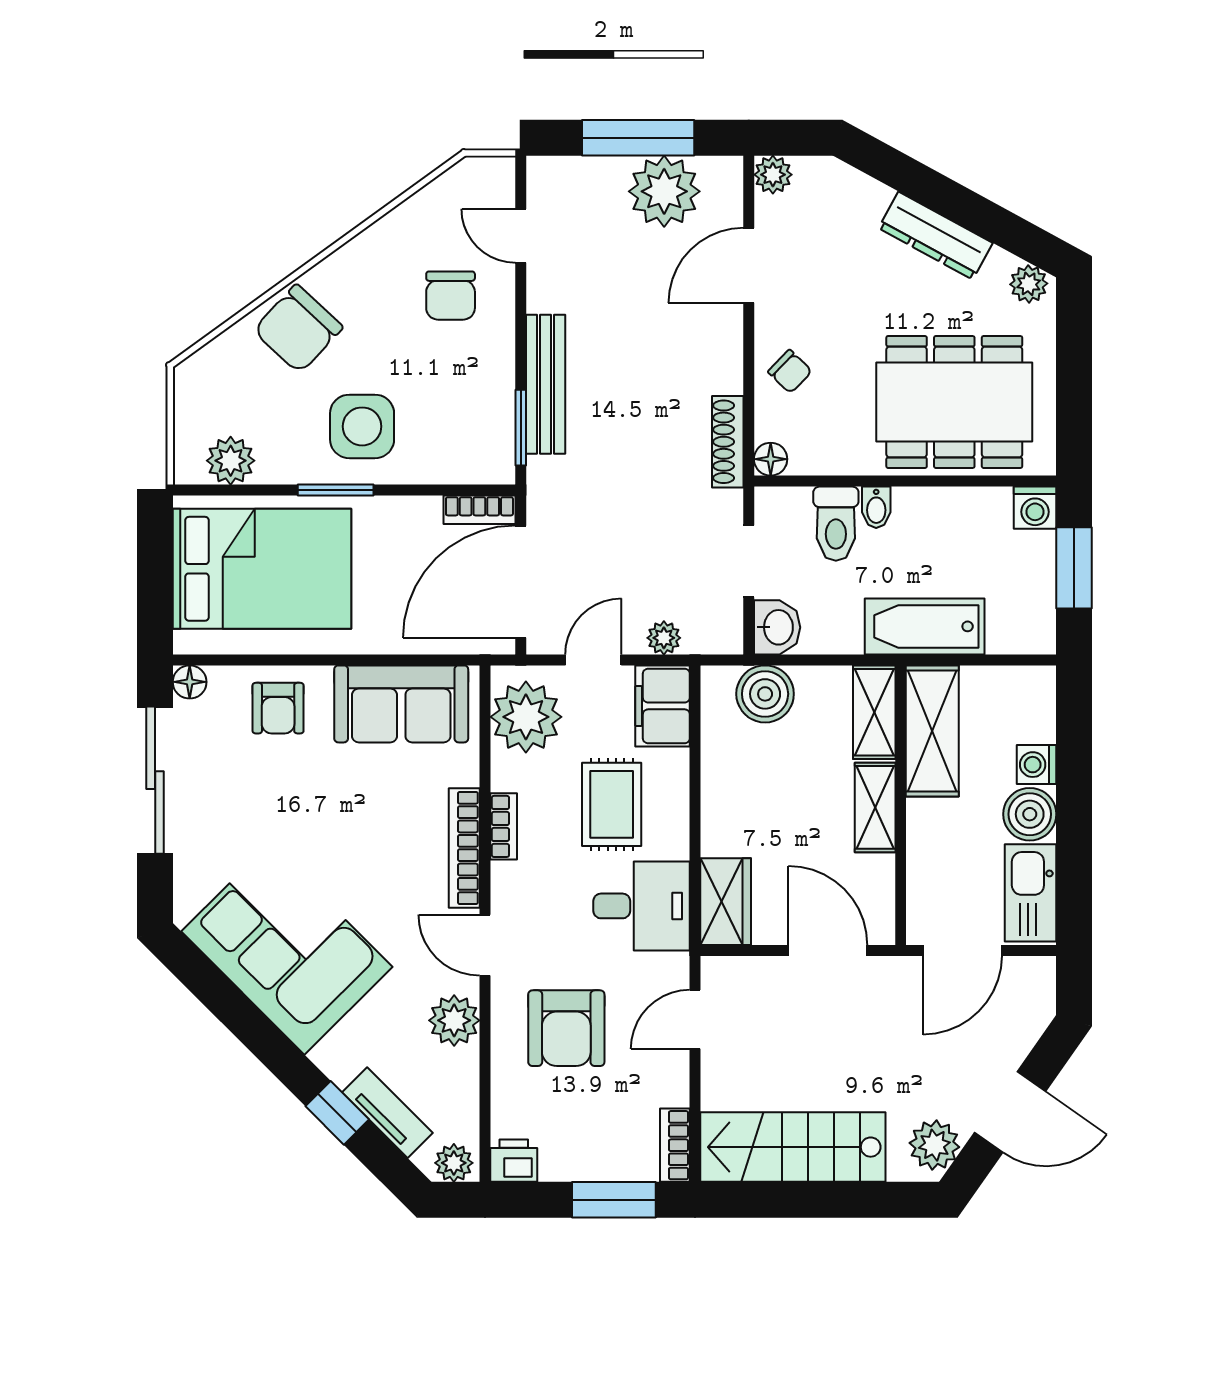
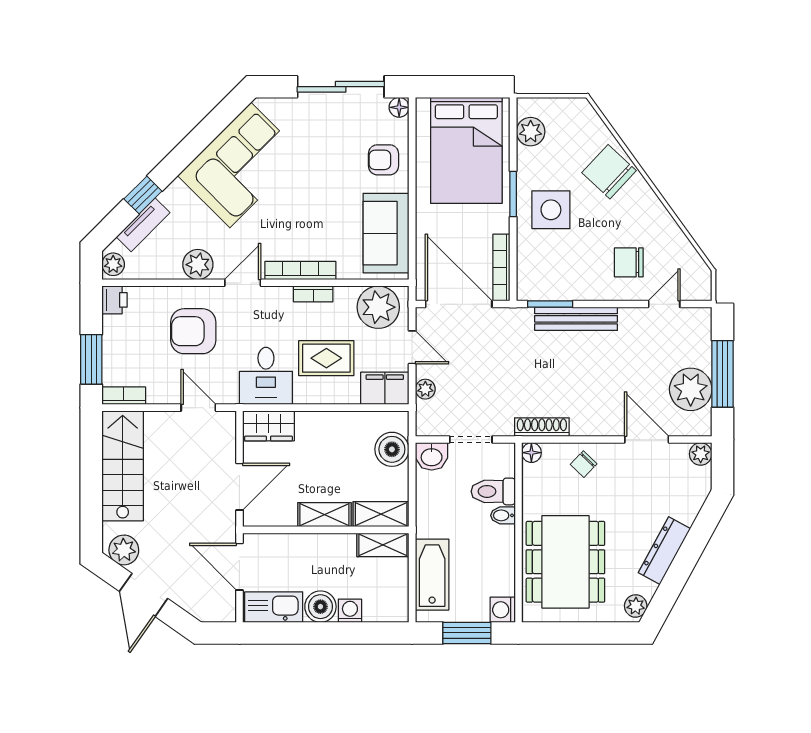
bookcase: (479, 510) -> (501, 268), width x1.56
bathtub: (925, 626) -> (432, 575), moved
shelving: (932, 731) -> (383, 545), width x0.67, depth x0.75

